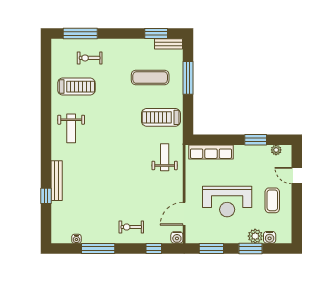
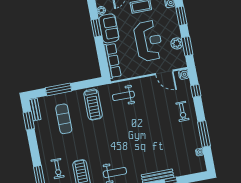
sofa: (252, 155) -> (109, 28), added
plant: (255, 236) -> (177, 43), moved

